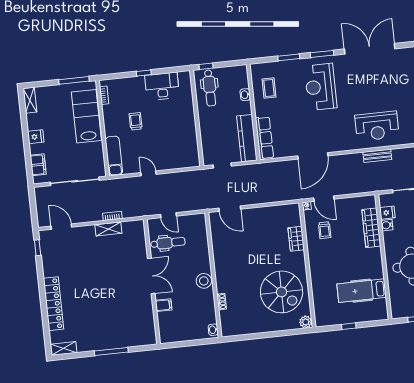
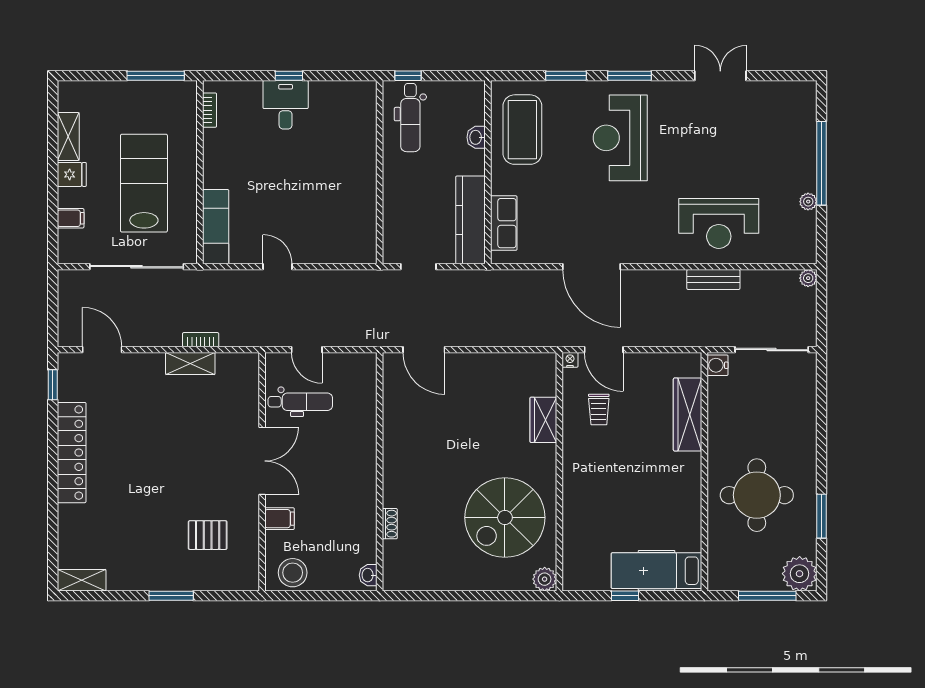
double door: (370, 49) -> (720, 76), width x0.54
desk: (162, 86) -> (286, 105), moved, width x0.73
coffee table: (269, 88) -> (522, 130), width x1.86, depth x1.72
shelving: (30, 100) -> (68, 136), moved
lab bench: (86, 116) -> (144, 183), moved
trolley: (136, 121) -> (264, 166), removed
row of seats: (264, 138) -> (504, 223), width x0.68
door: (313, 156) -> (591, 267), hinge flipped
filing cabinet: (38, 165) -> (71, 218), width x0.50
fridge: (387, 213) -> (721, 389), removed
water cooler: (387, 225) -> (718, 365), moved
stool: (204, 281) -> (293, 573), moved
hospital bed: (362, 291) -> (657, 571), moved
spiral stairs: (282, 292) -> (505, 518), turned 90
locker: (53, 304) -> (72, 453), moved
pallet: (127, 318) -> (208, 535), added
window: (111, 352) -> (171, 596), width x0.69

